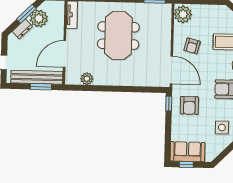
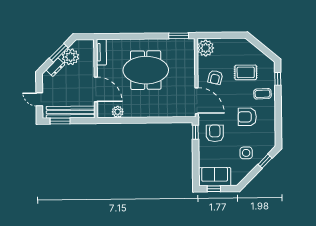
meeting table: (118, 36) -> (146, 70), turned 90
door: (64, 54) -> (96, 89), swing flipped
window: (41, 87) -> (60, 121), moved
armchair: (189, 105) -> (215, 133), turned 180

